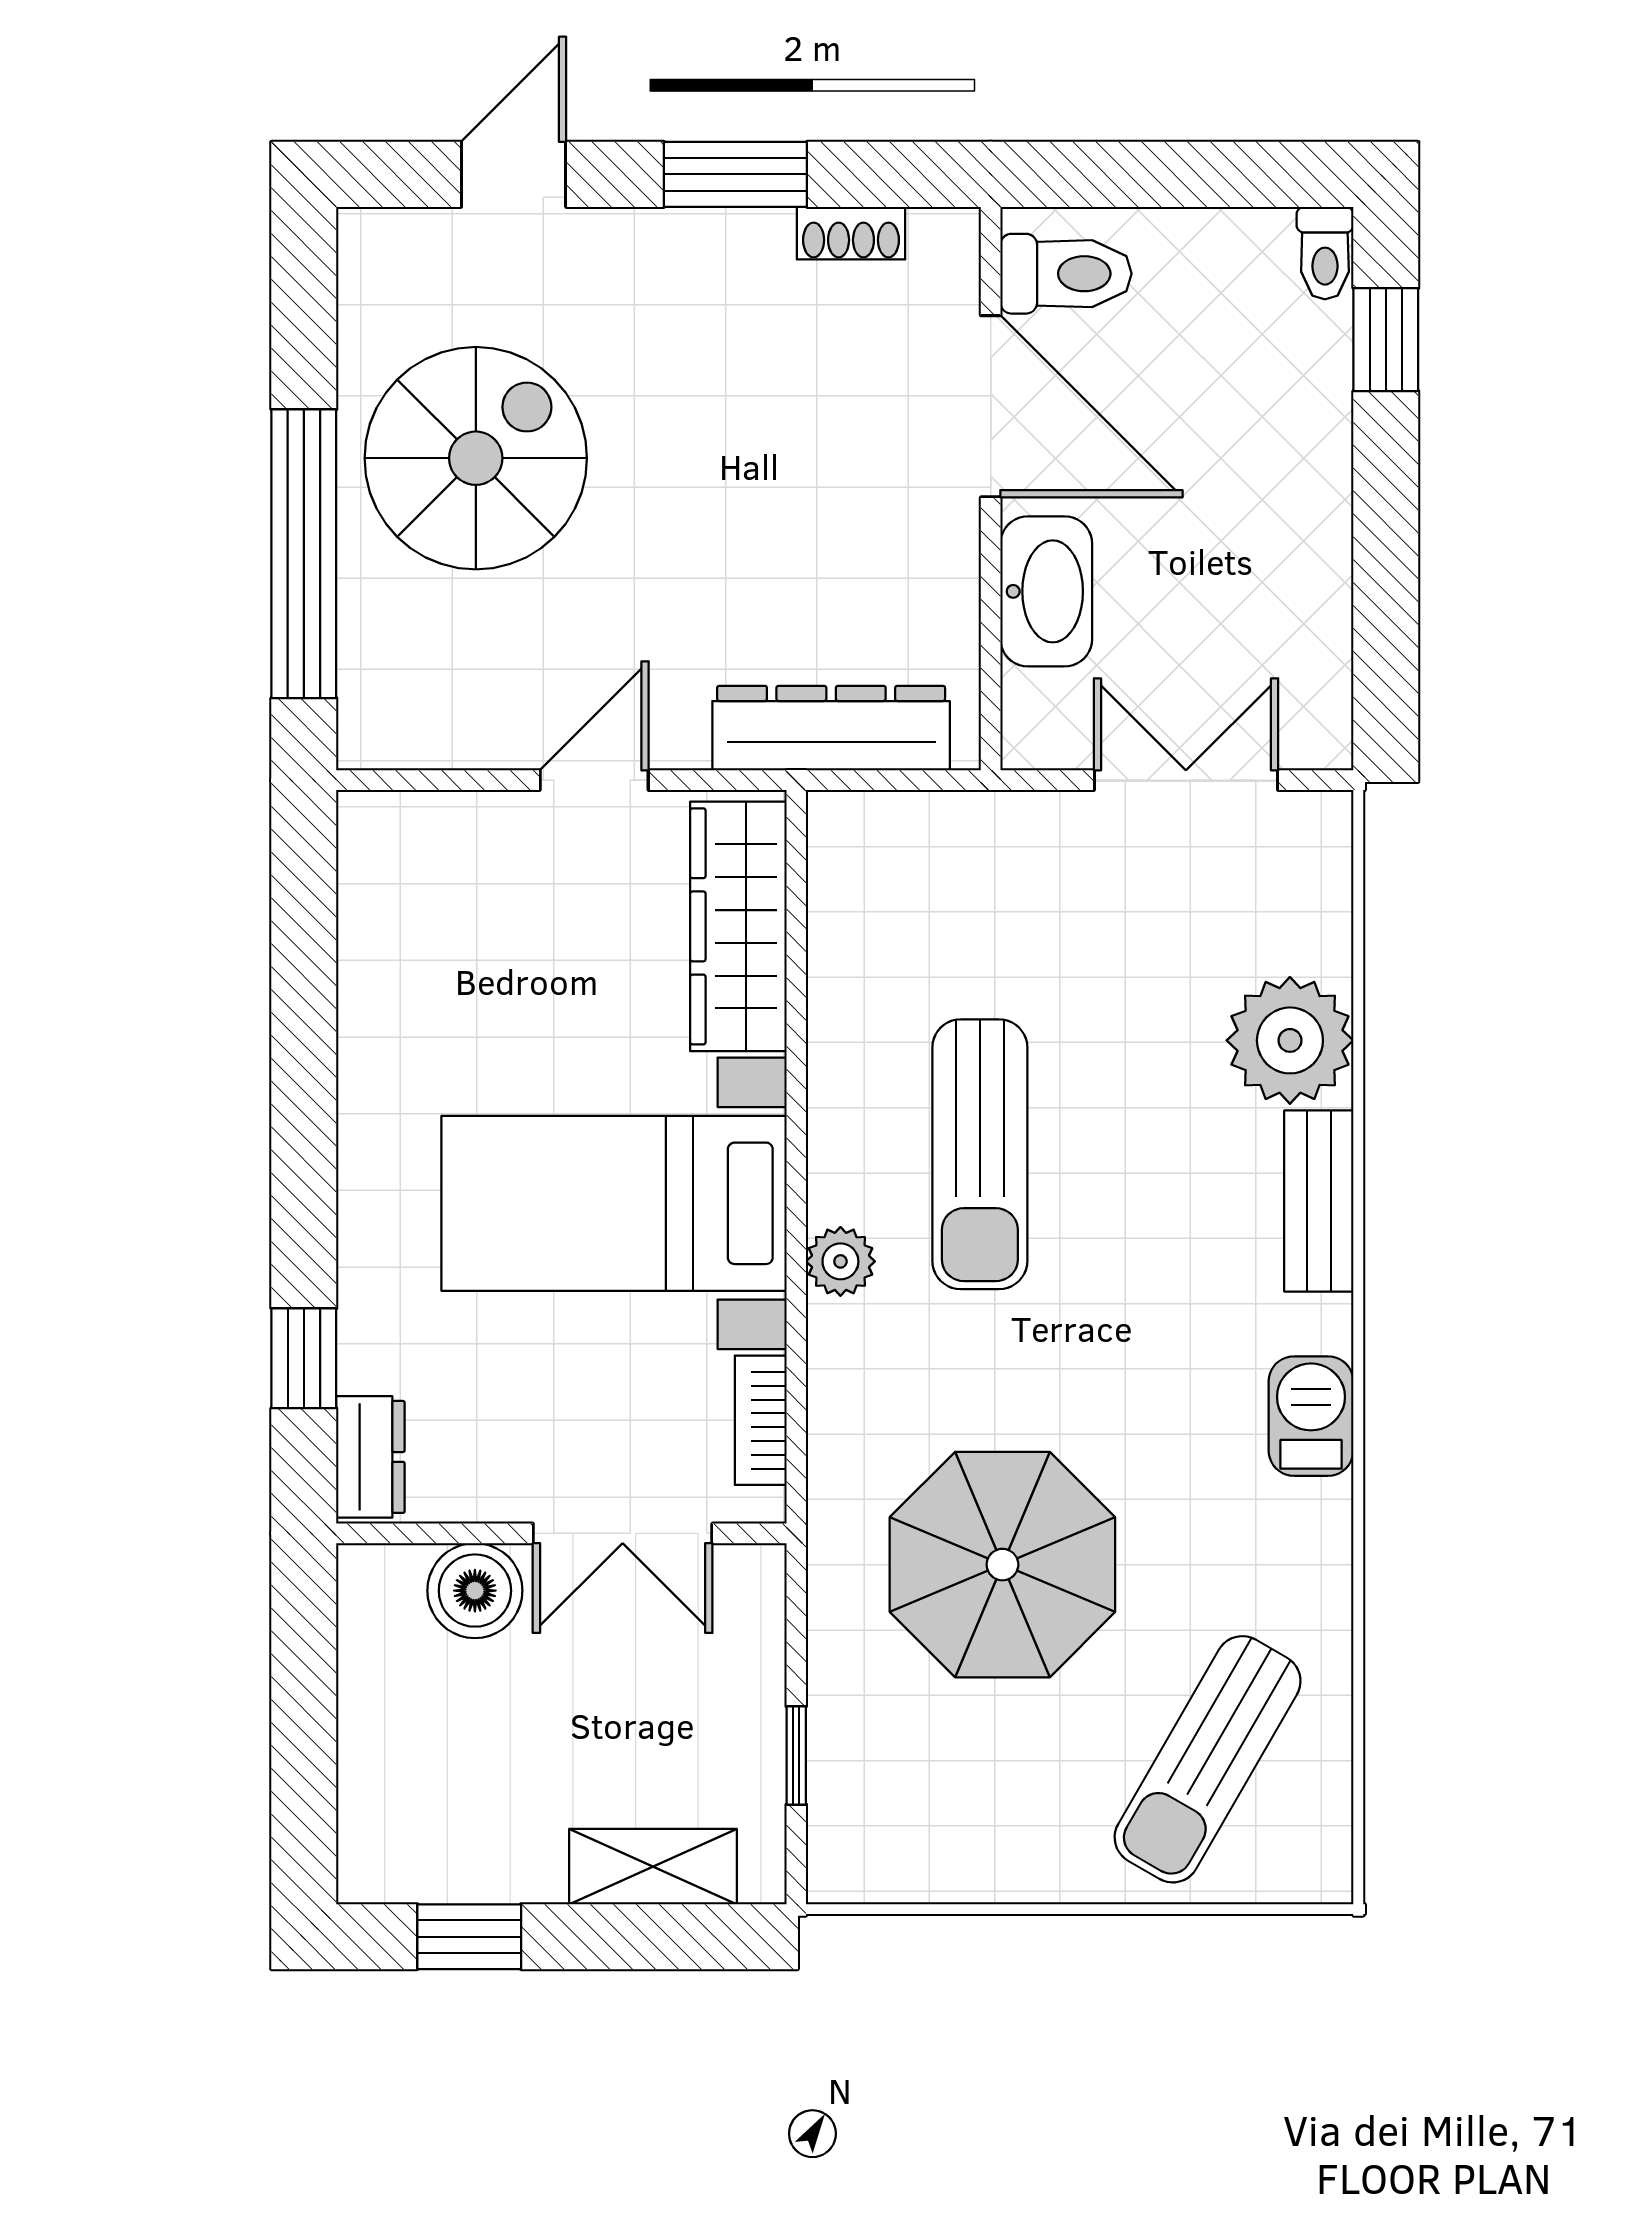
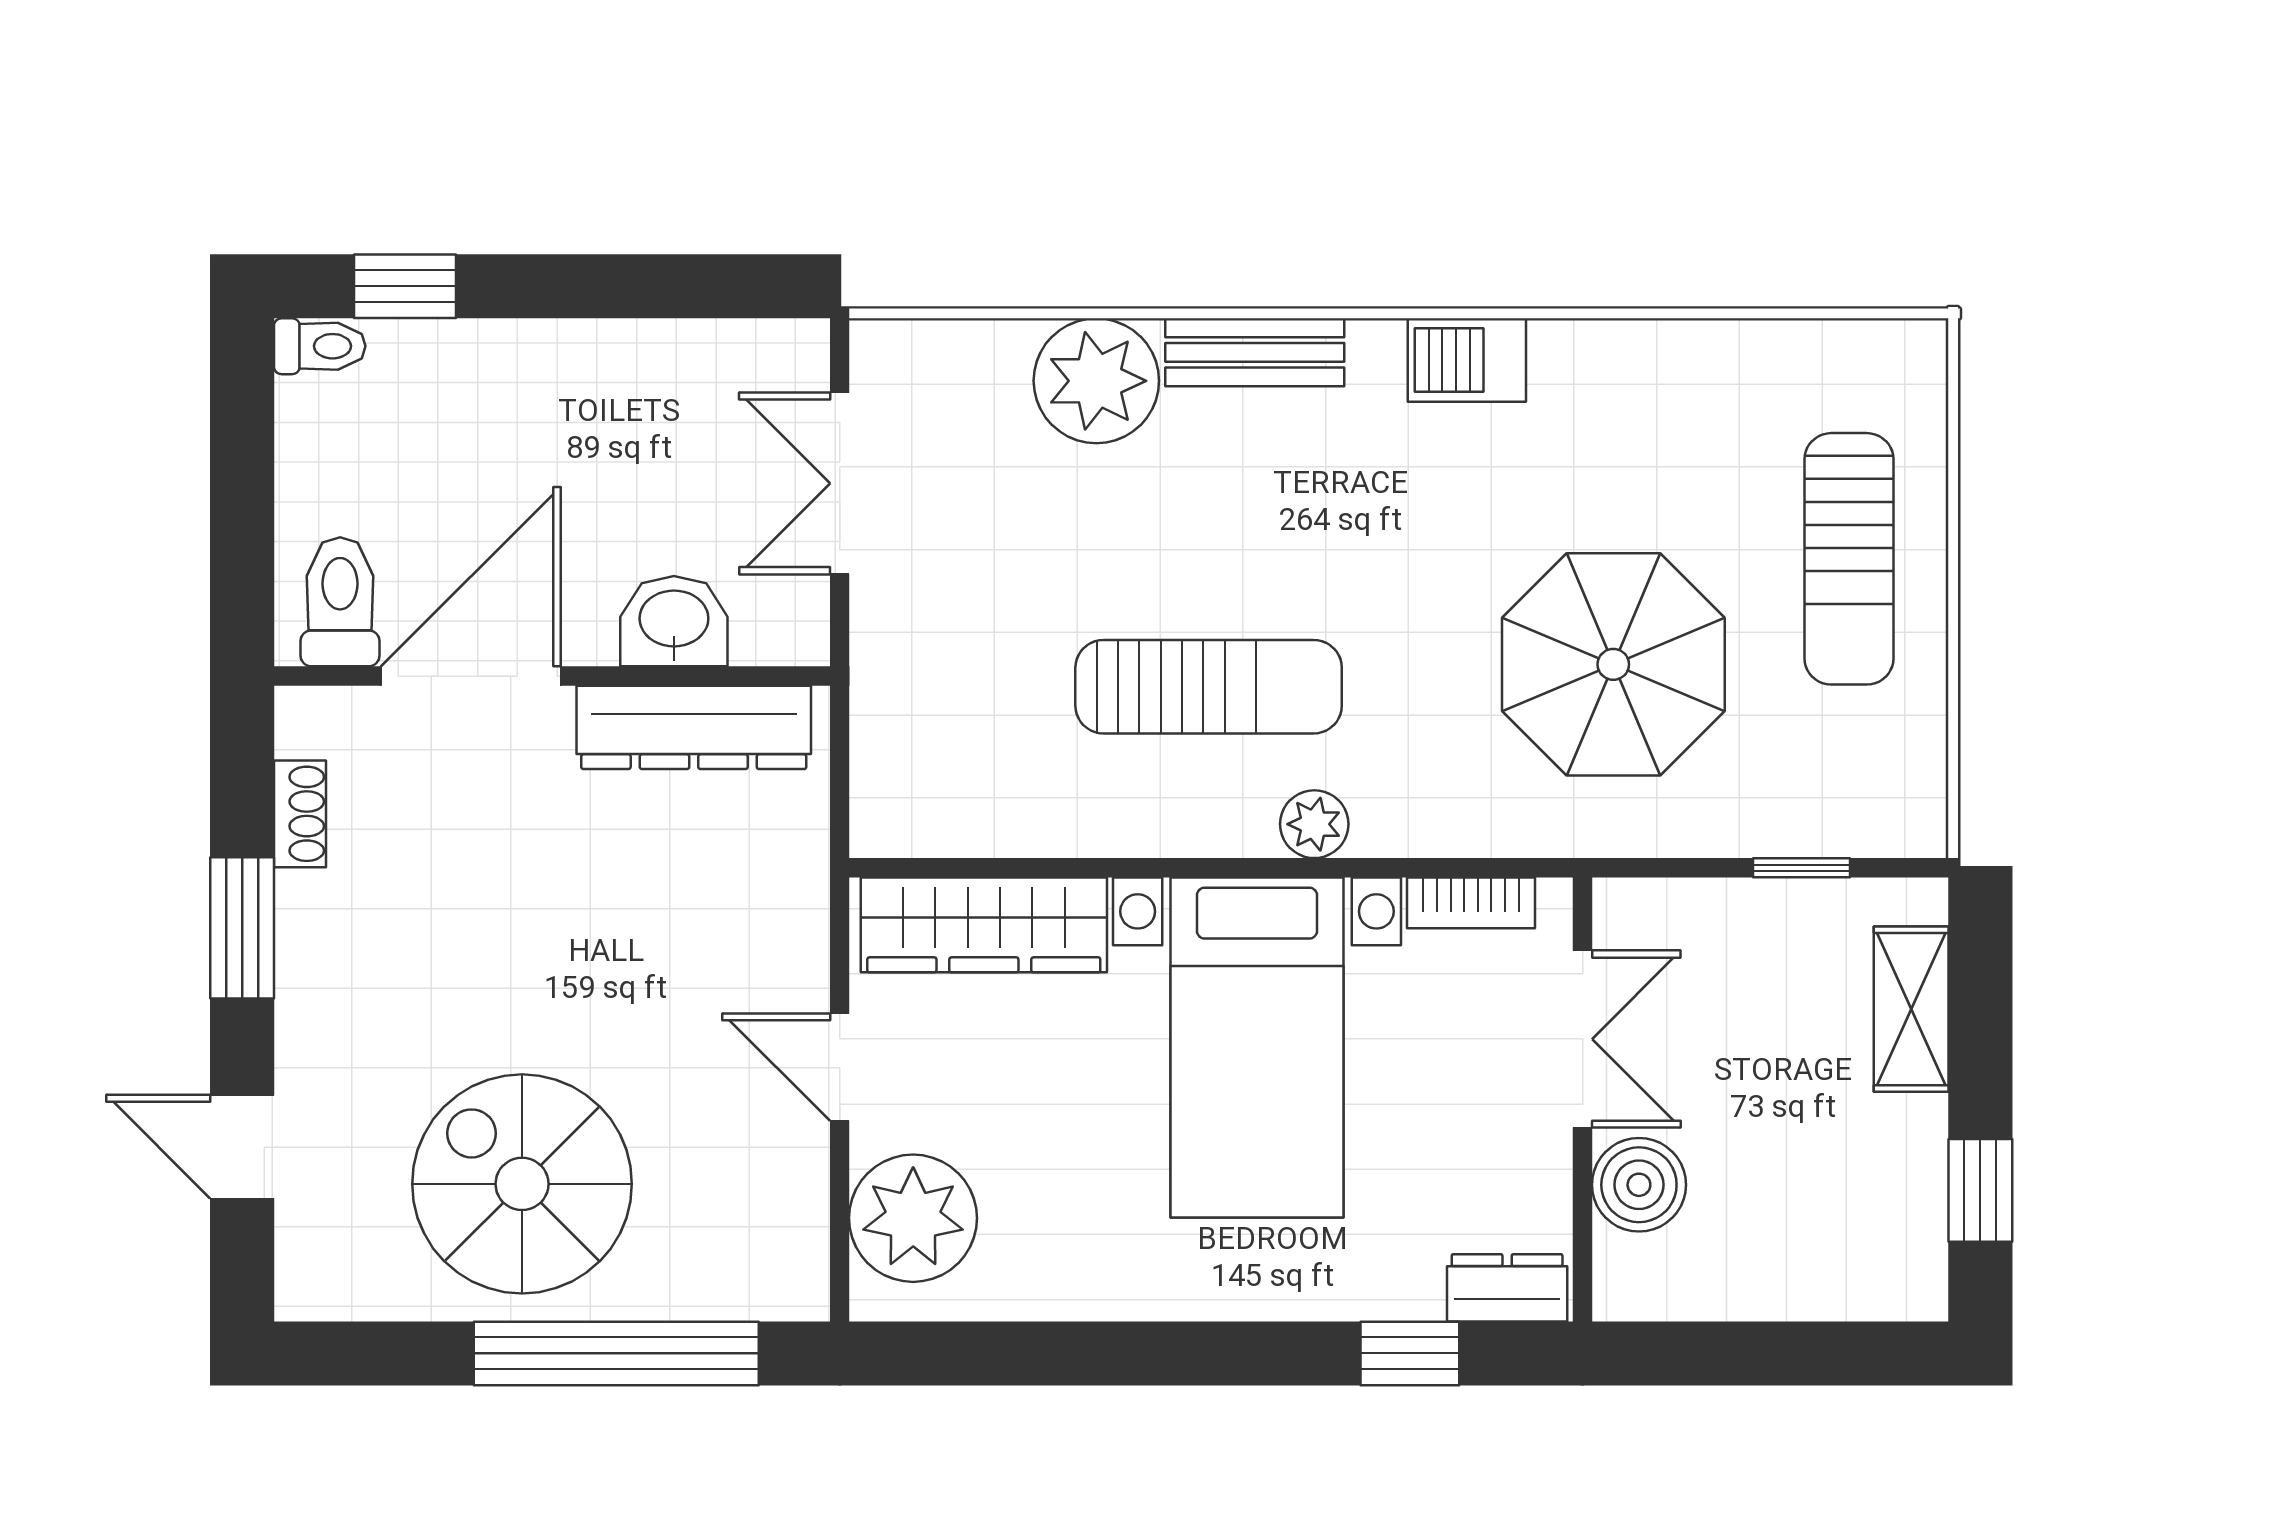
washbasin: (1046, 591) -> (674, 621), width x0.72
dresser: (831, 728) -> (694, 727), moved, turned -90
plant: (441, 855) -> (913, 1218), added
sun lounger: (1208, 1759) -> (1849, 559), moved, turned 60

